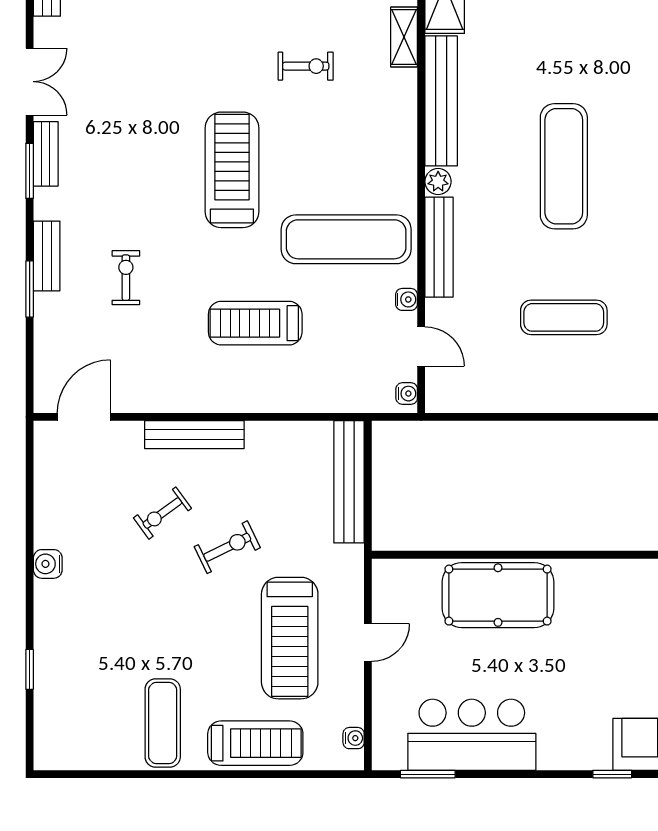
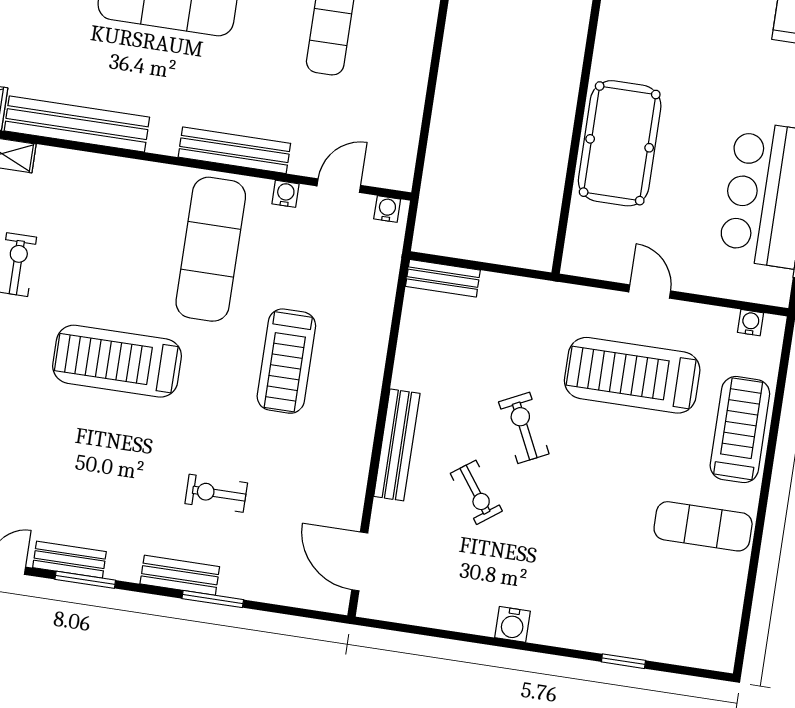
plant: (438, 182) -> (163, 141), removed
bench: (349, 482) -> (443, 278), width x0.54, depth x0.82
treadmill: (290, 638) -> (632, 375), turned 180

